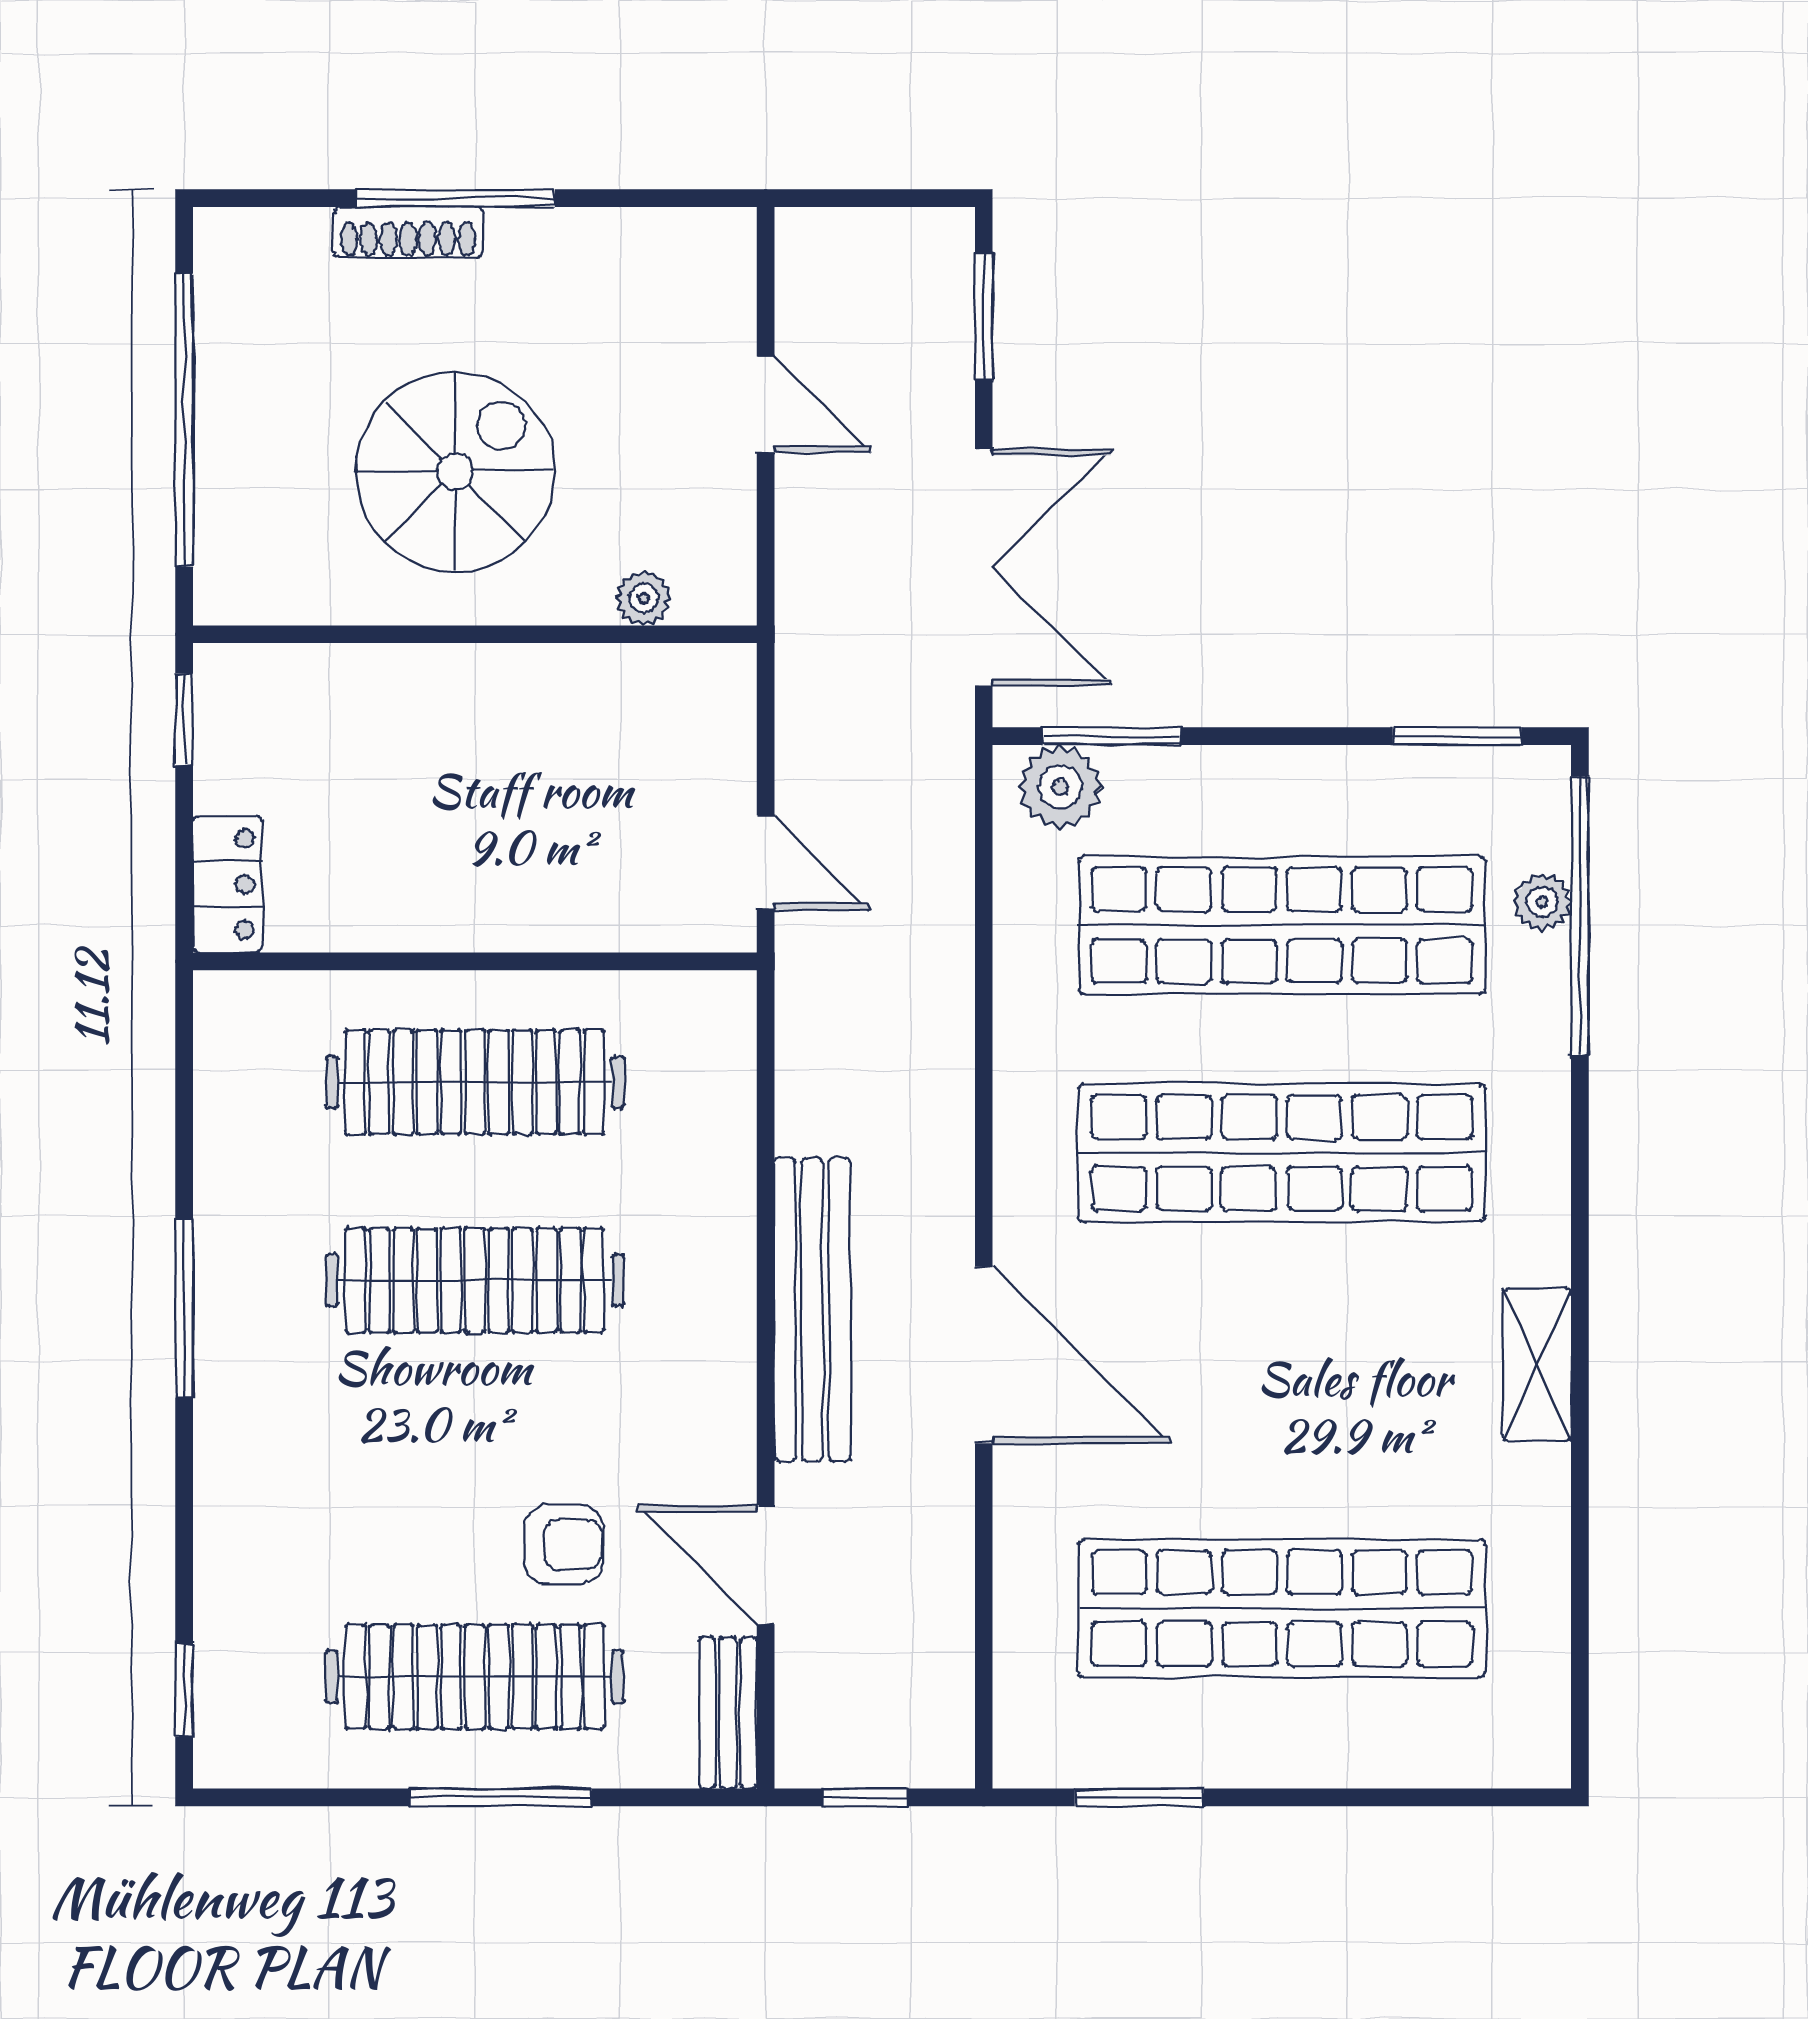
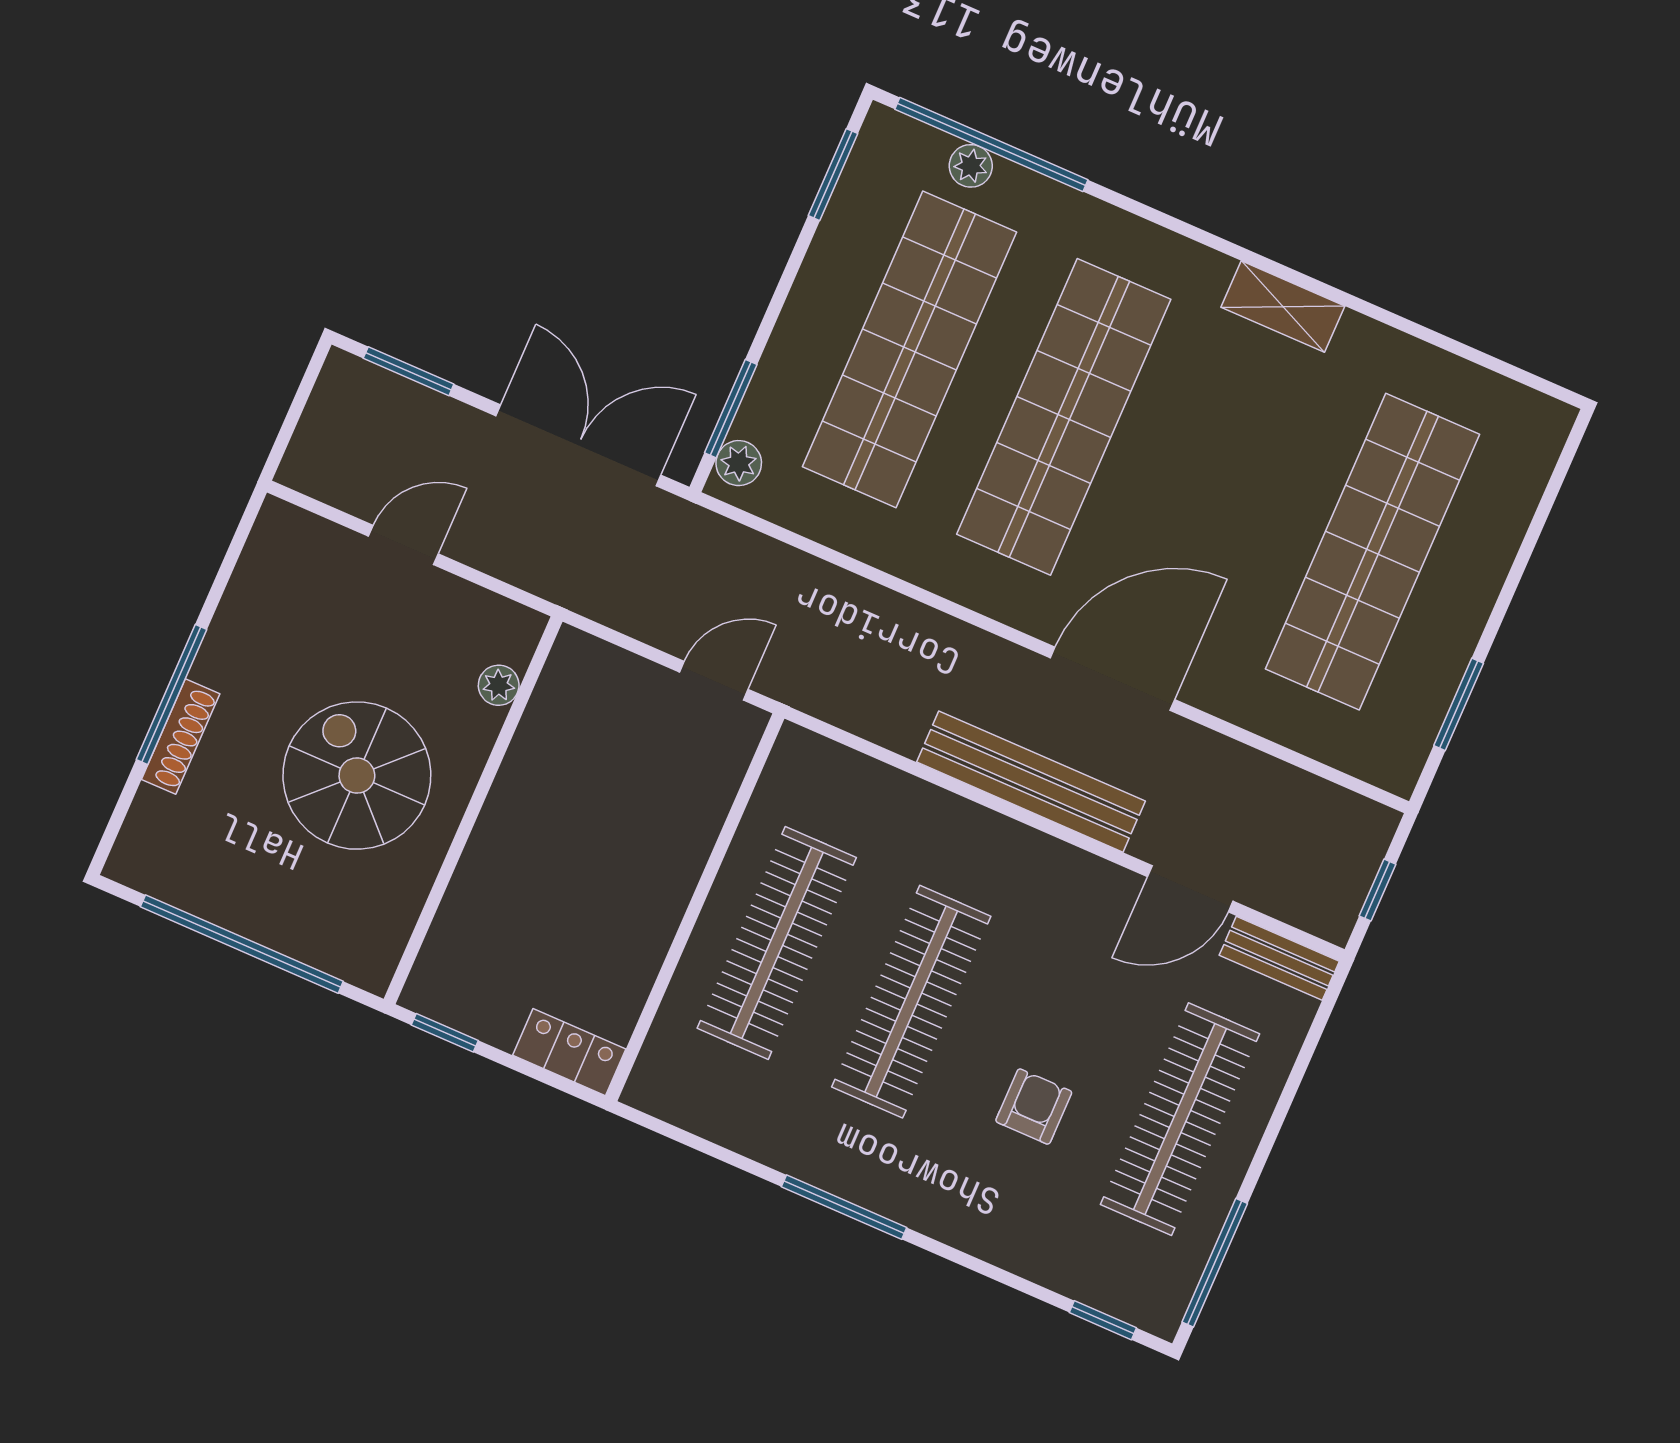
plant: (1060, 787) -> (739, 463), width x0.73, depth x0.73
armchair: (564, 1544) -> (1034, 1107), moved
window: (500, 1797) -> (1215, 1263), moved

